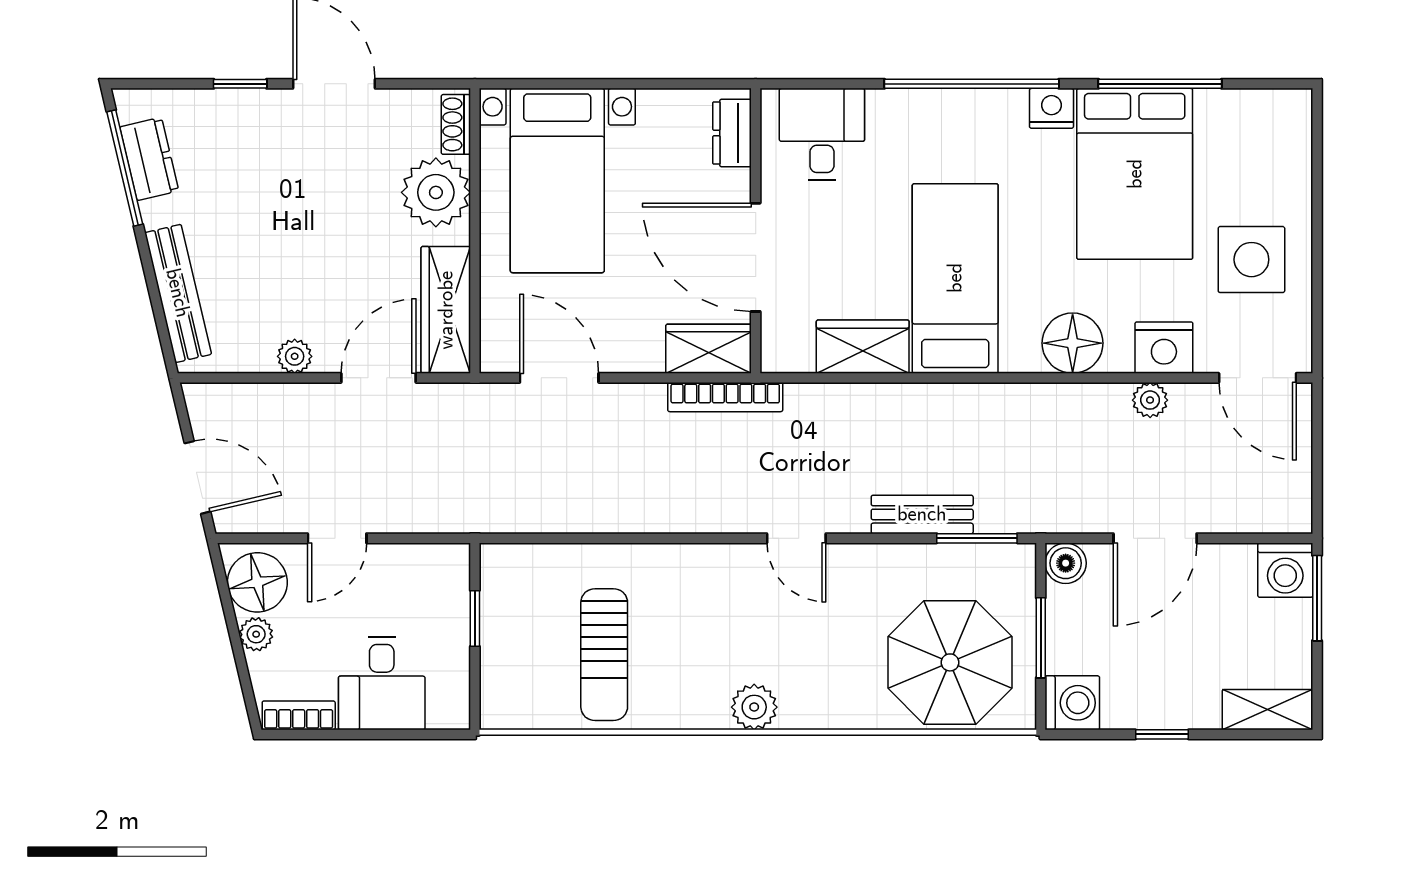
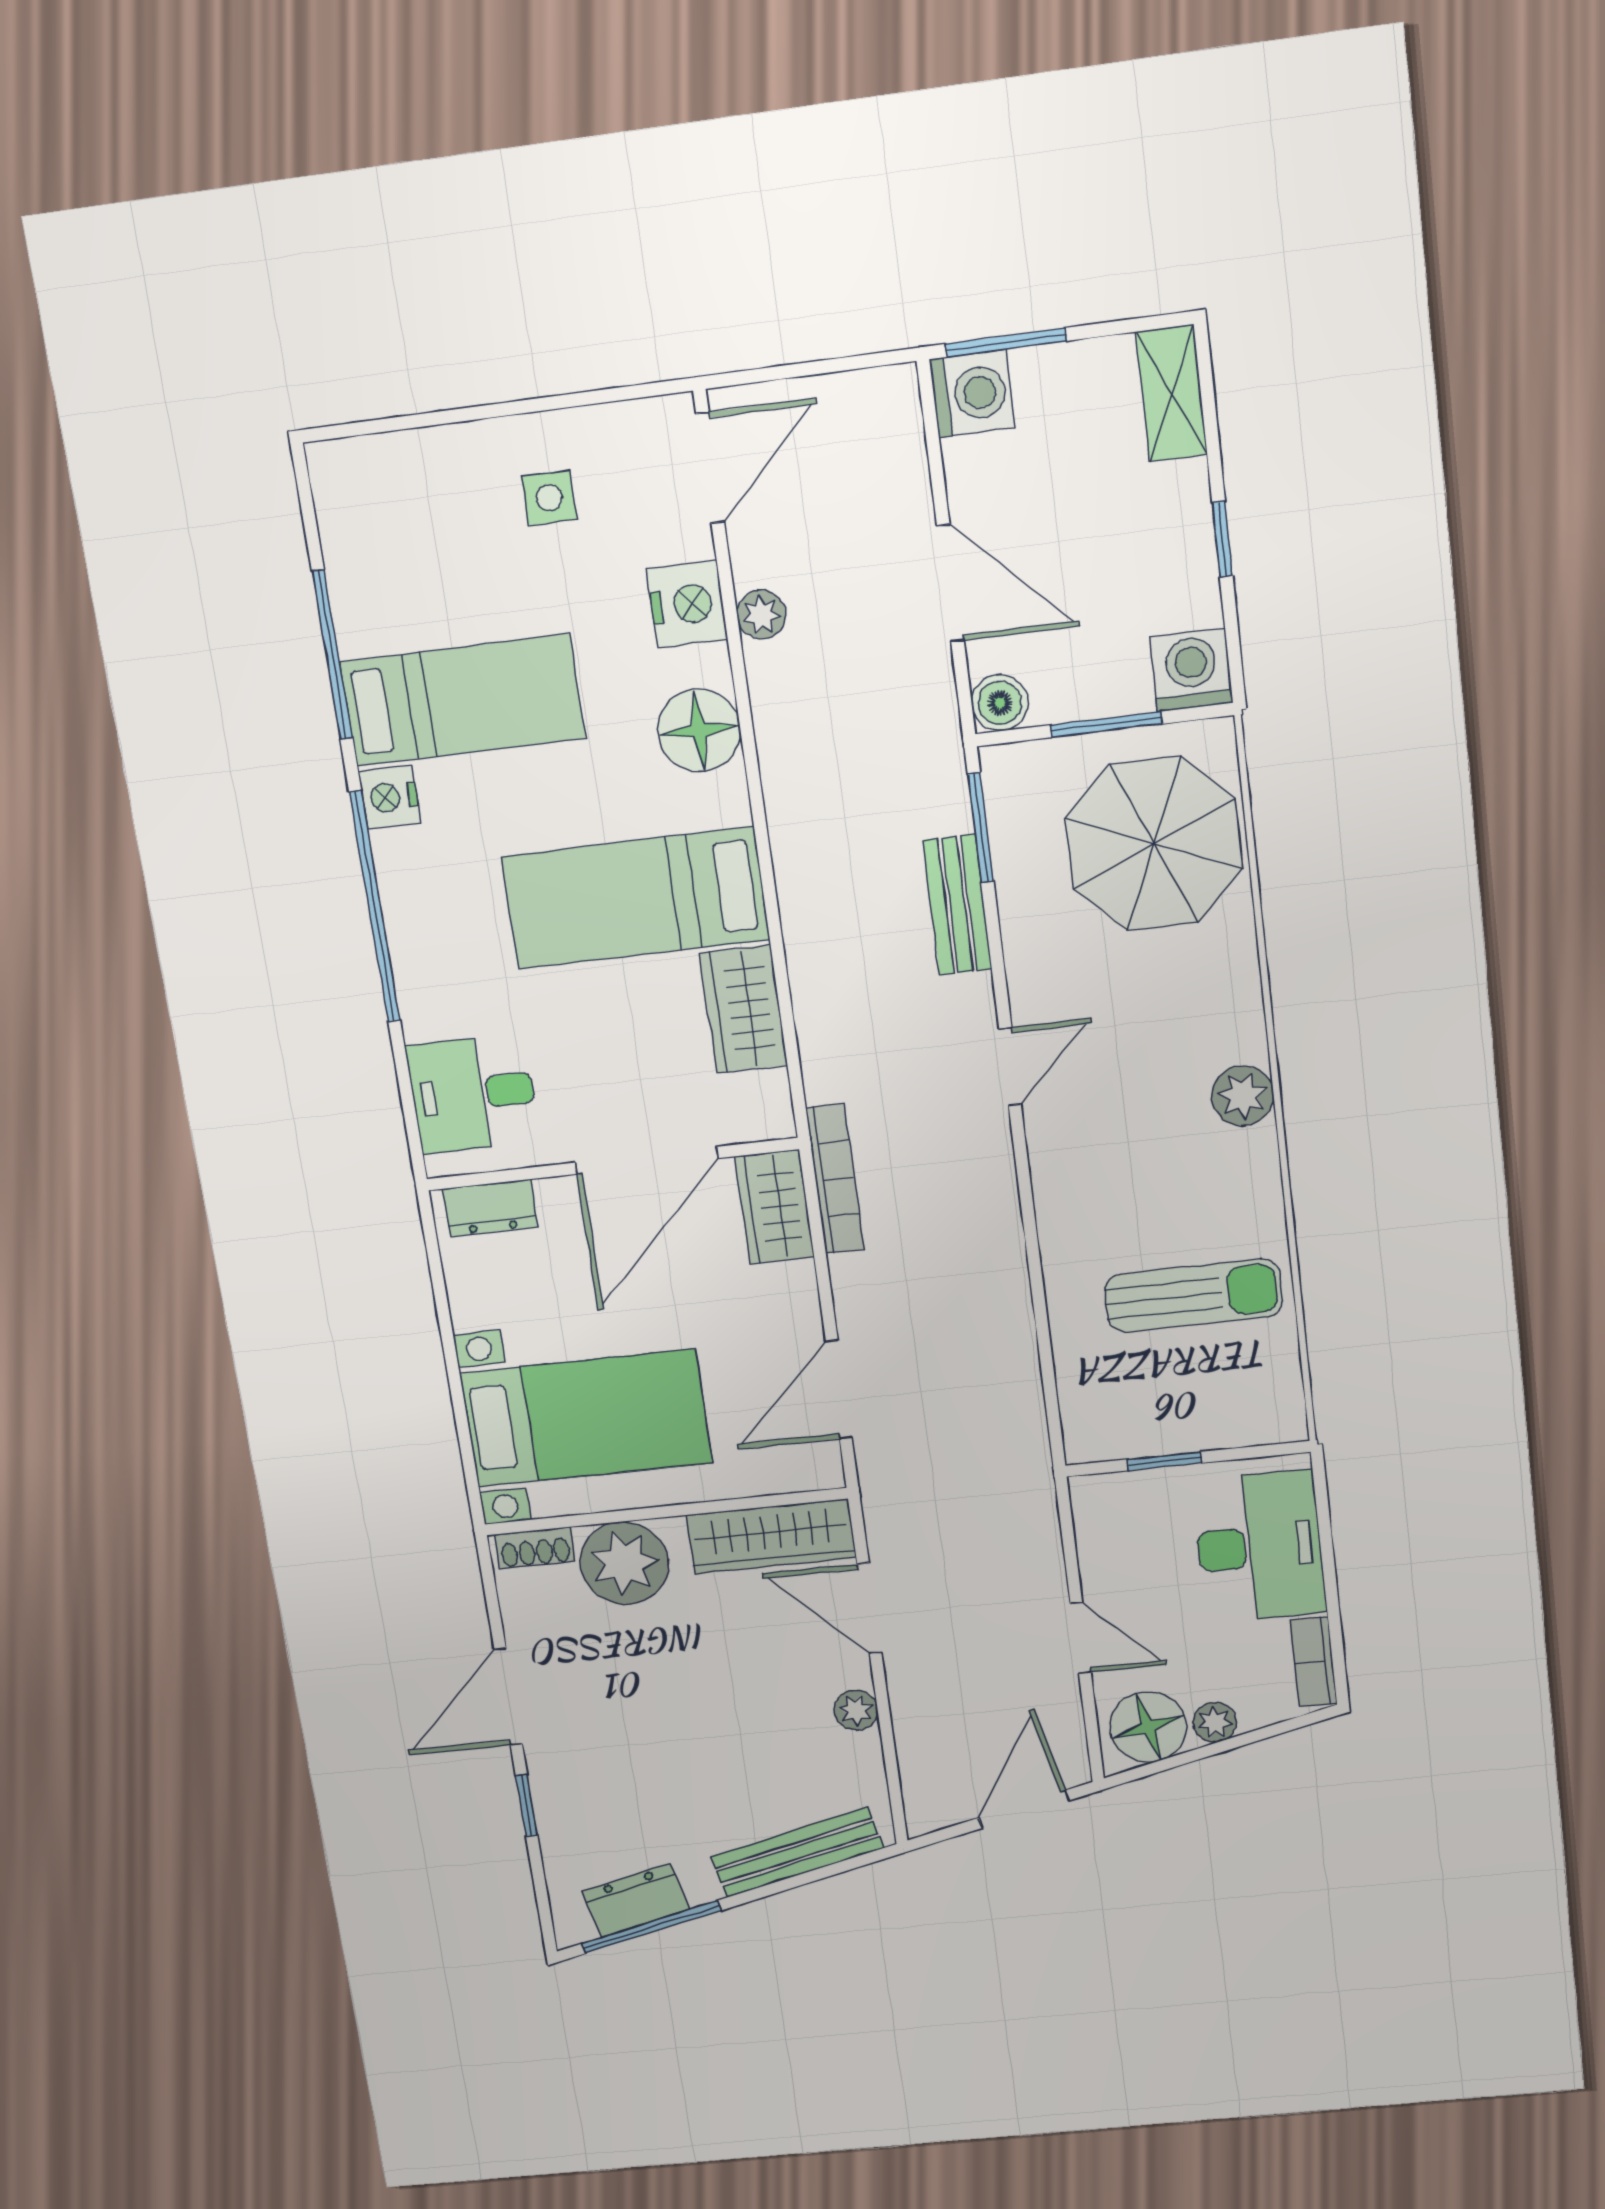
bed: (1135, 174) -> (463, 700), width x0.67
side table: (1251, 260) -> (549, 498), width x0.54, depth x0.54
desk: (382, 683) -> (1259, 1547), width x1.37

